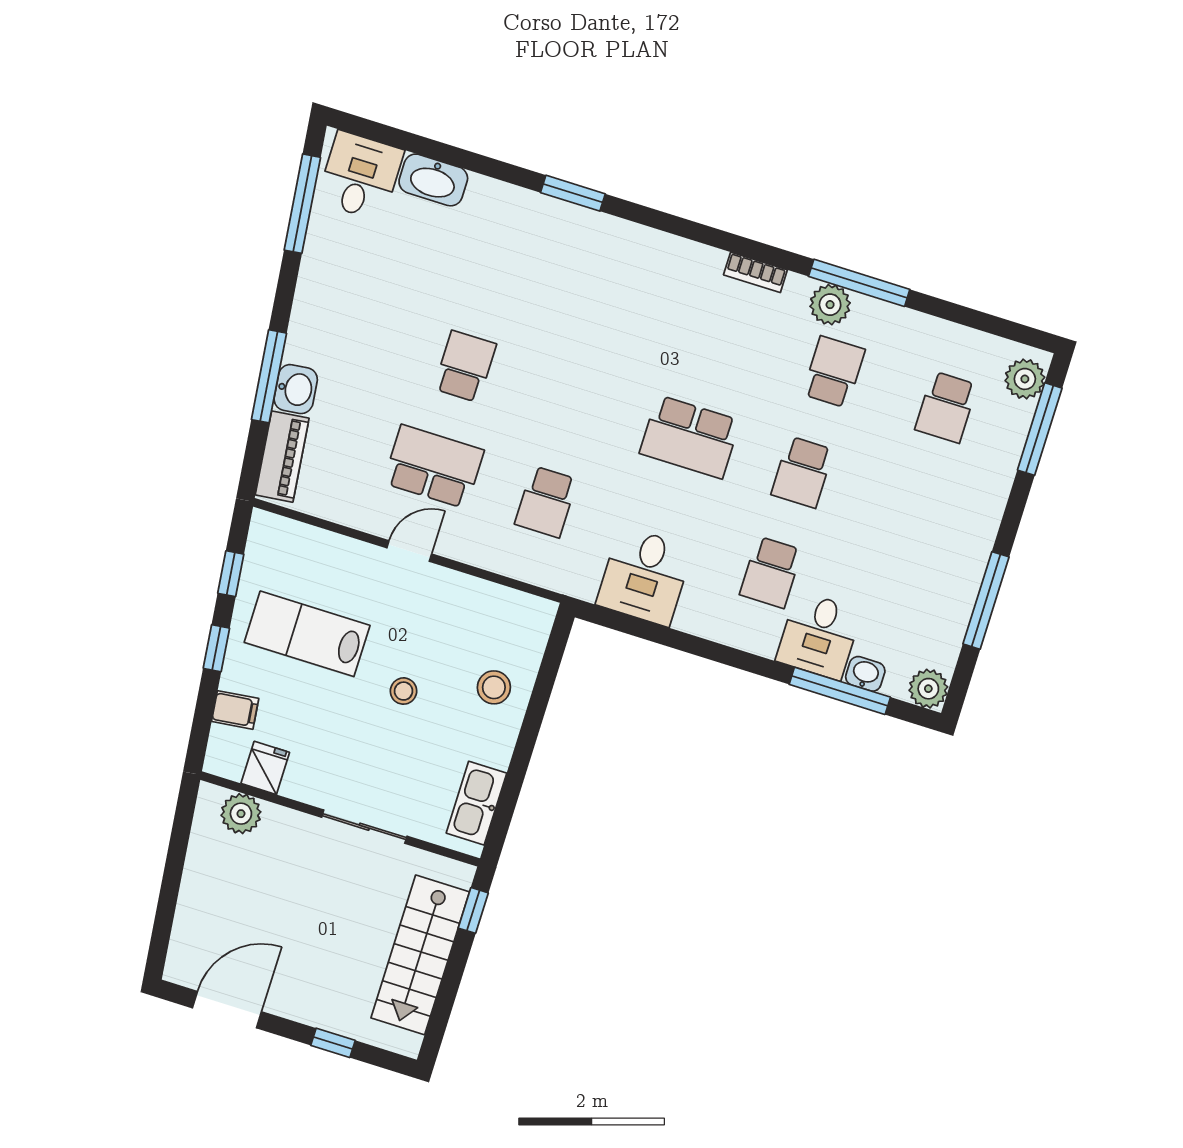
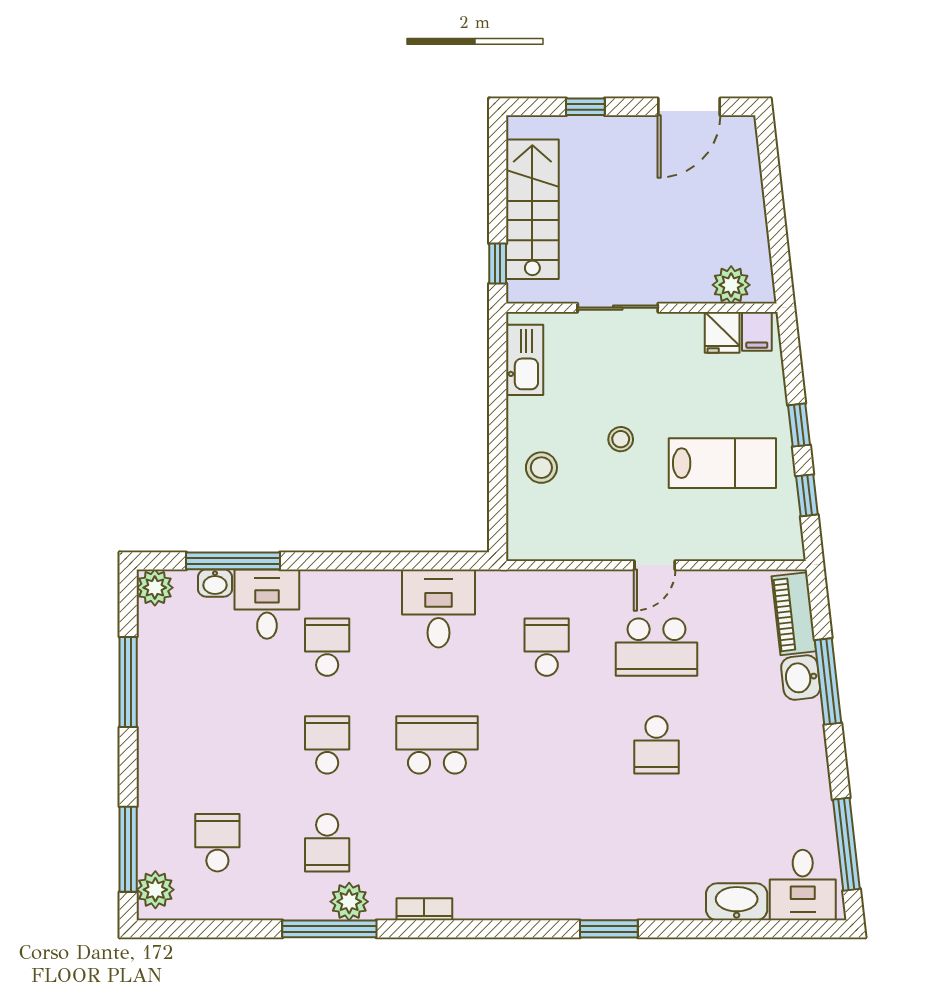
filing cabinet: (235, 710) -> (757, 331), moved, turned -84

